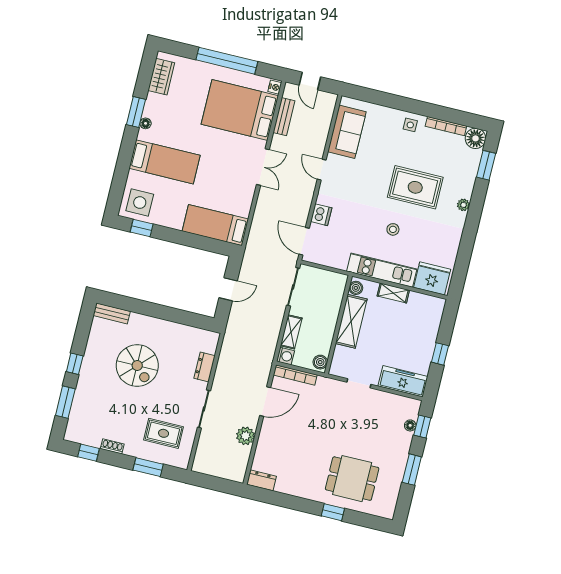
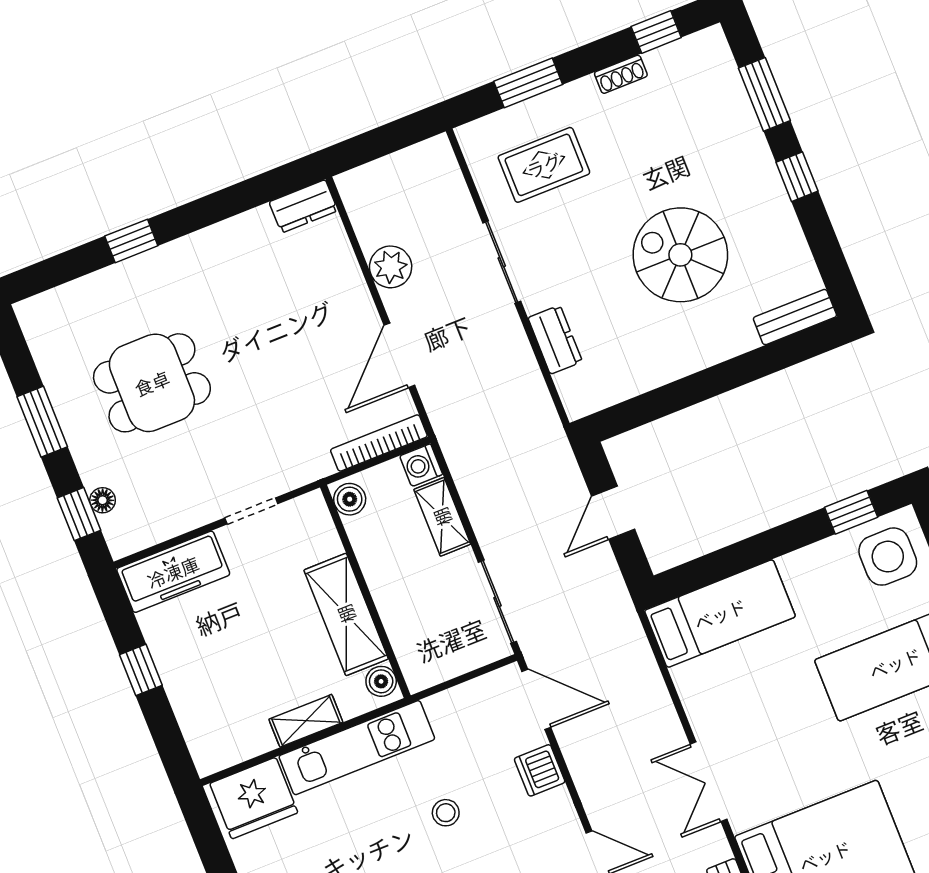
stool: (393, 229) -> (446, 813), moved
dining table: (352, 479) -> (152, 383), moved

